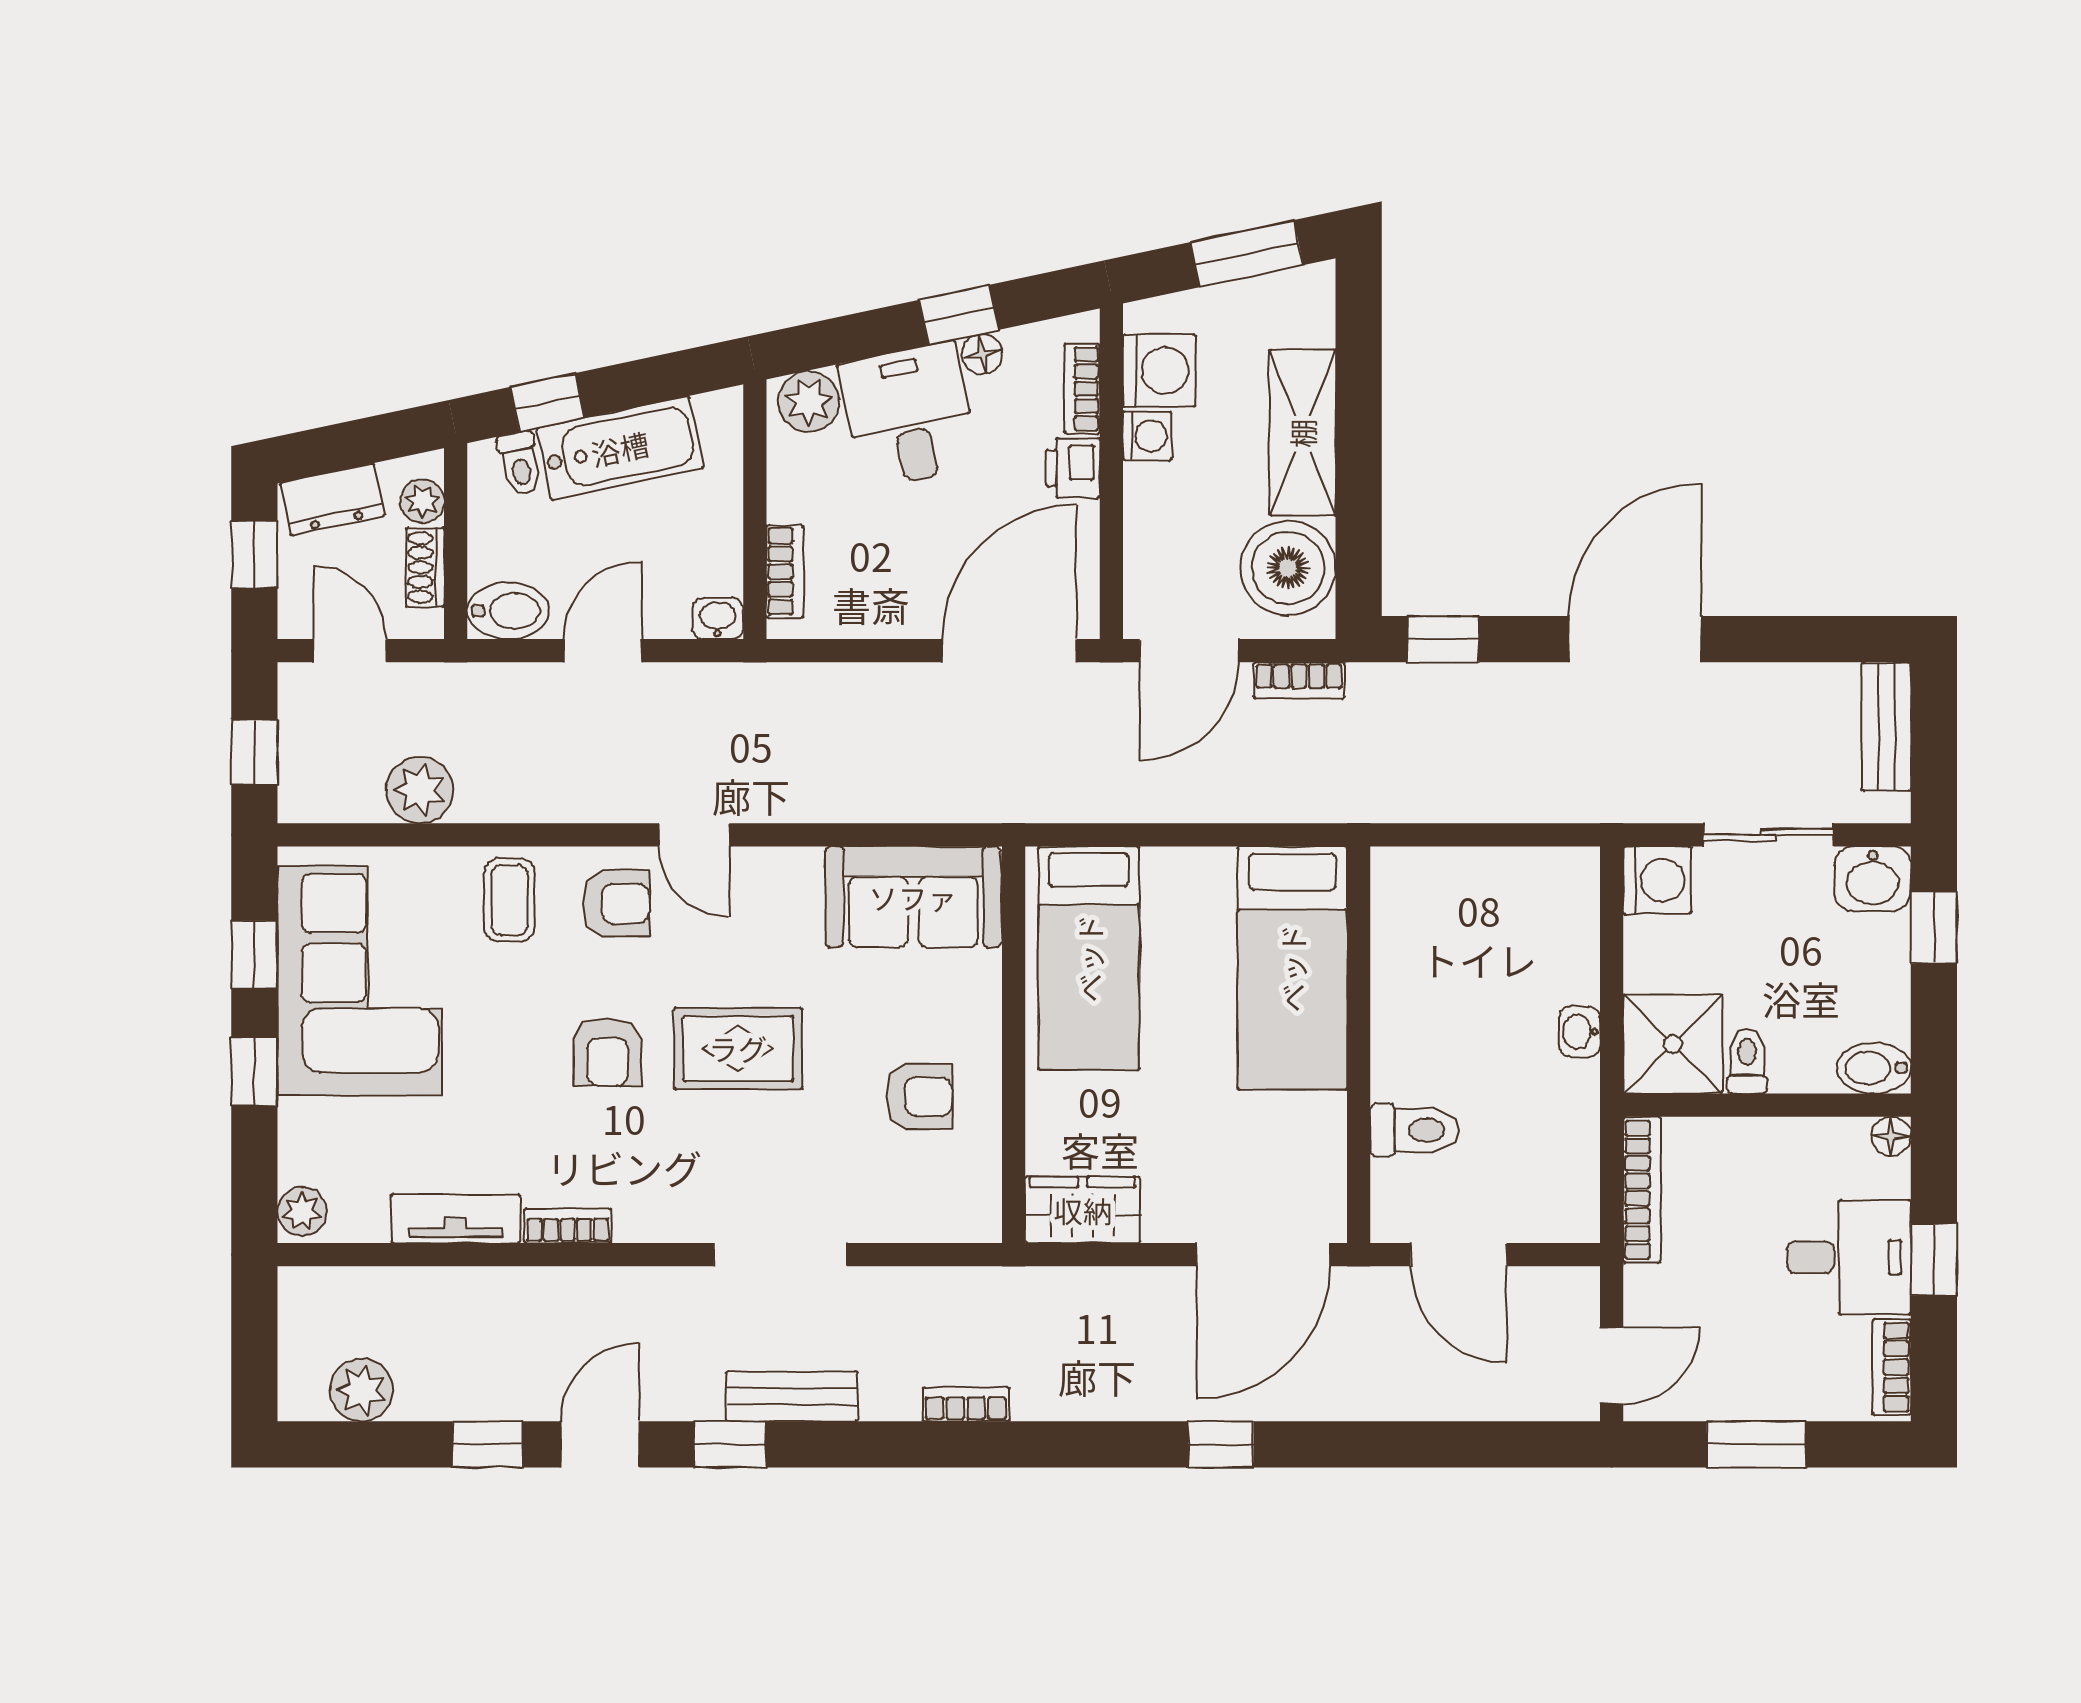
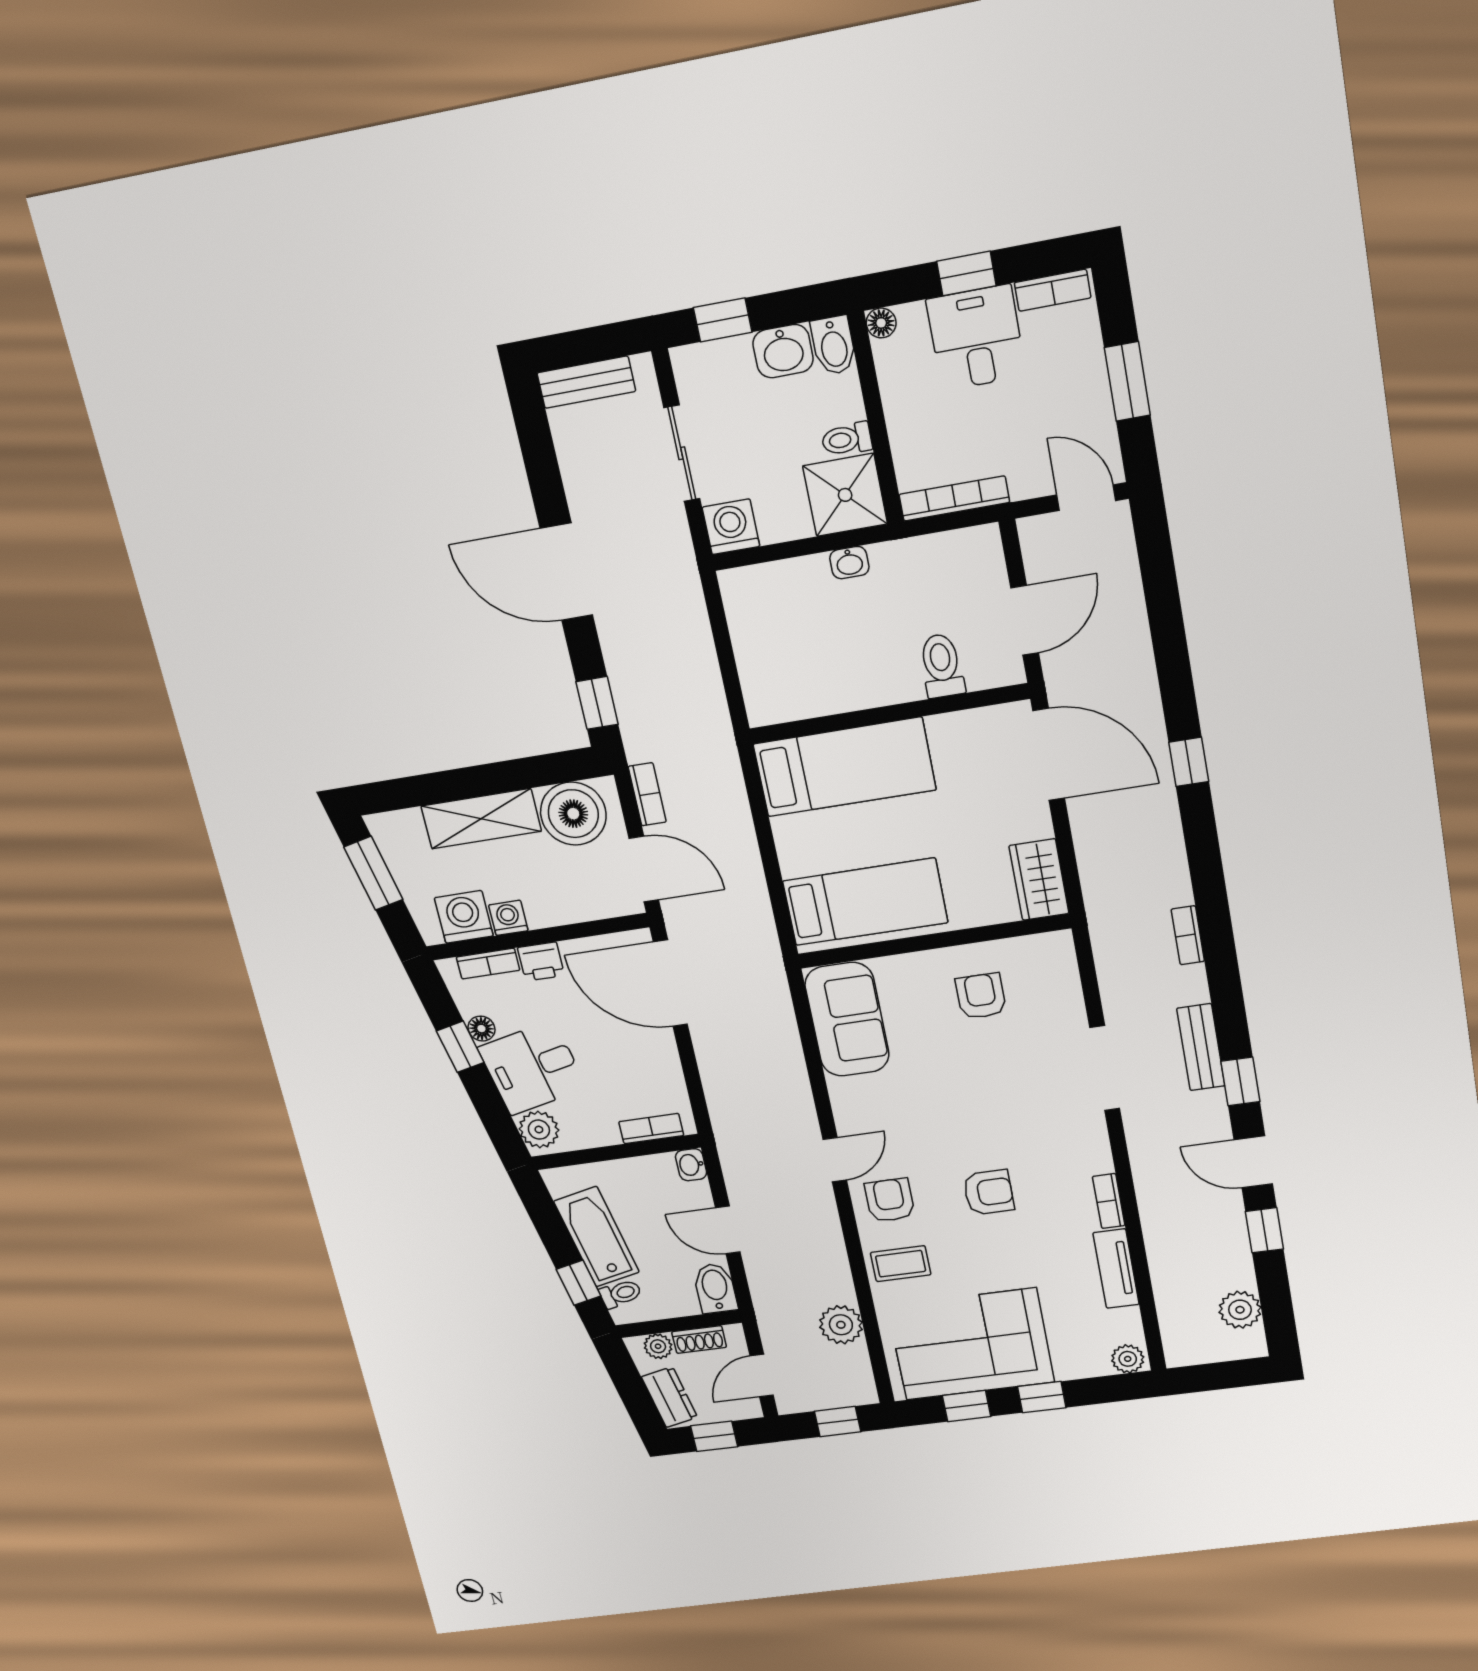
washbasin: (1873, 879) -> (783, 351), moved, turned 90
rug: (738, 1048) -> (970, 1114), removed

